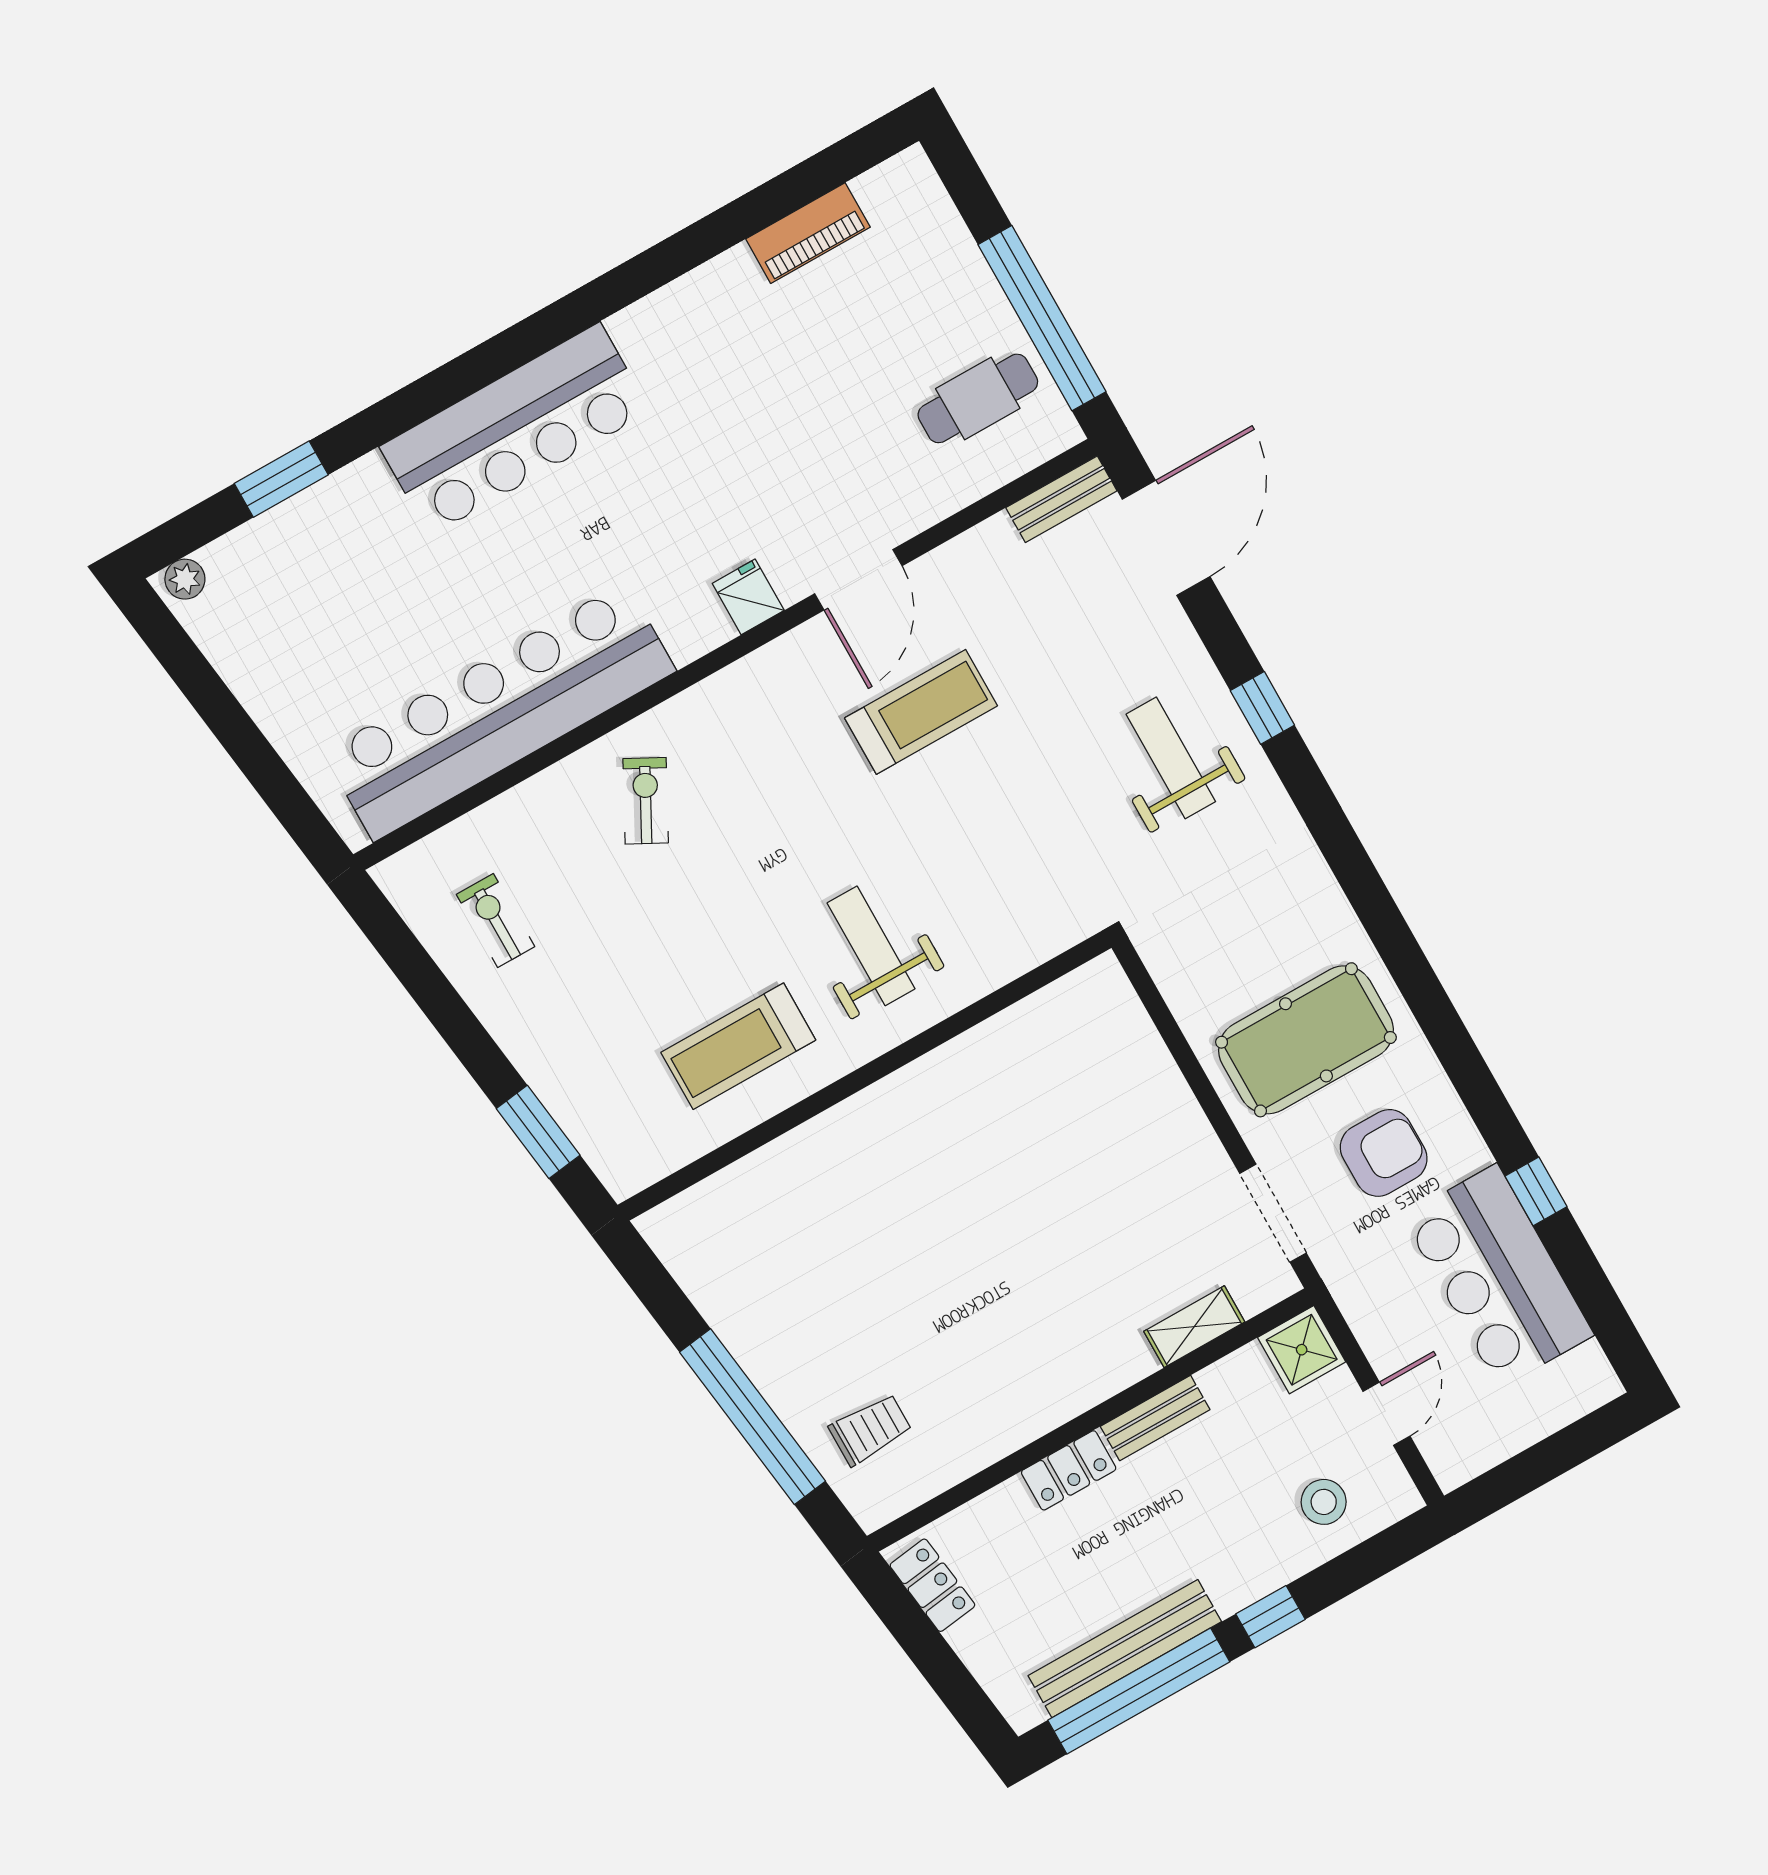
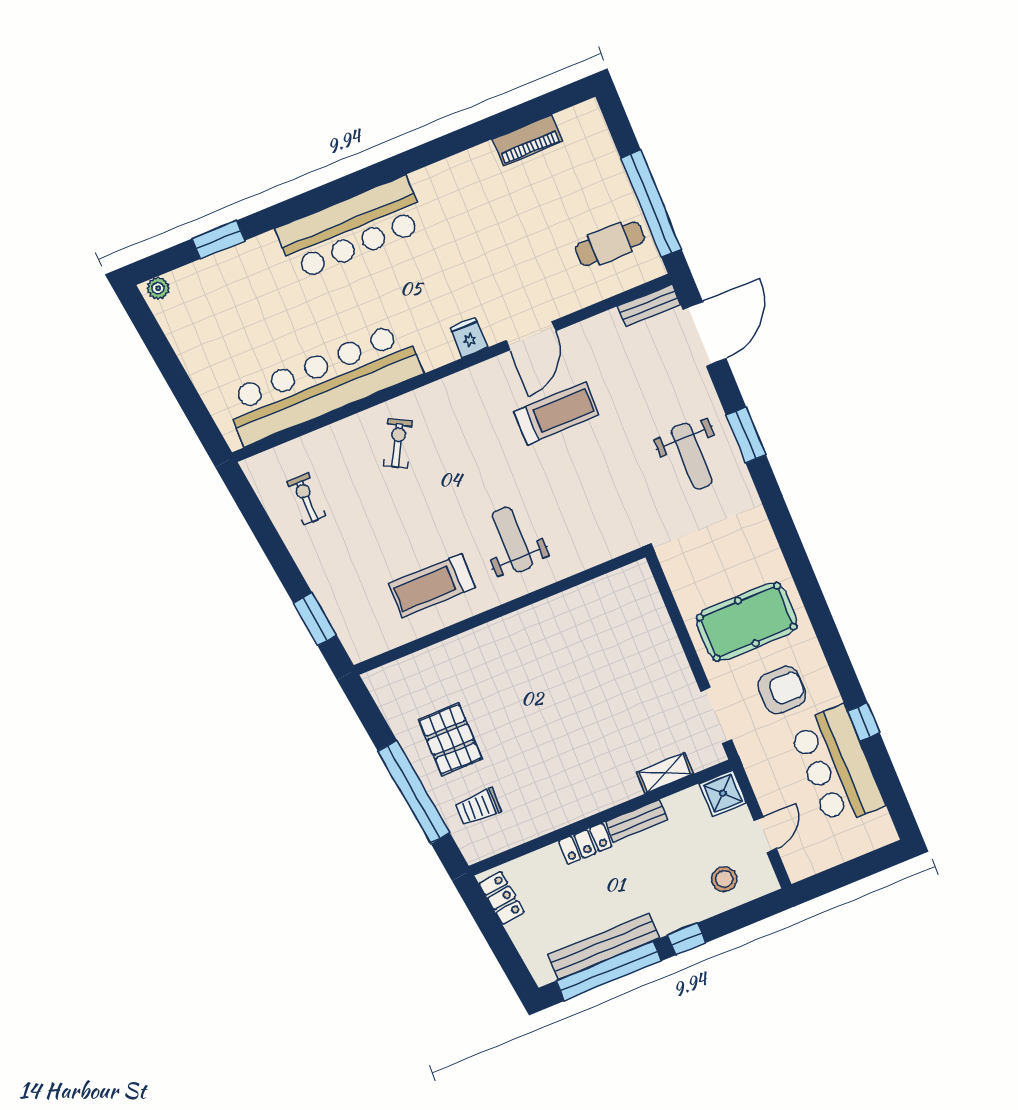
window: (1262, 708) -> (746, 435), width x1.50
weight bench: (1171, 758) -> (692, 456), turned 180
pallet: (806, 1315) -> (450, 739), added
trolley: (870, 1429) -> (478, 807), turned 180

